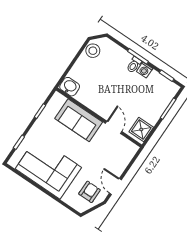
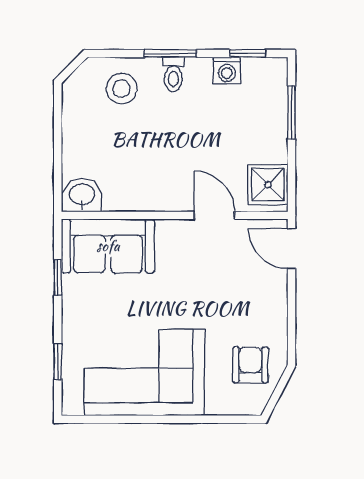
stool: (93, 51) -> (122, 89), moved
washing machine: (145, 70) -> (227, 70), moved
sofa: (79, 120) -> (108, 246), moved
door: (115, 187) -> (292, 248), moved

